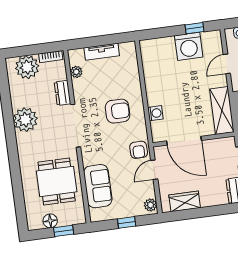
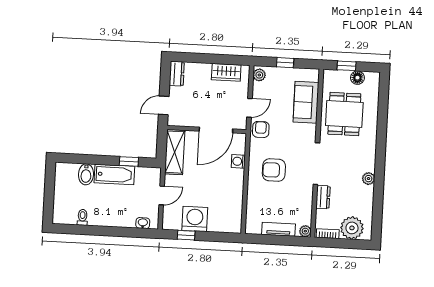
plant: (76, 72) -> (305, 231), moved
plant: (25, 120) -> (368, 179), width x0.53, depth x0.53
door: (184, 141) -> (216, 130), swing flipped

